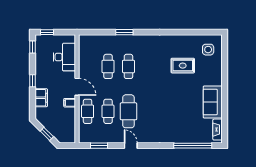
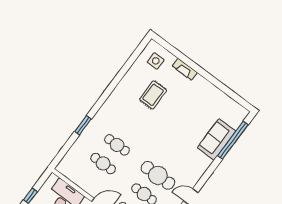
sofa: (213, 102) -> (217, 139), moved, turned 90
fireplace: (217, 130) -> (185, 69), moved

